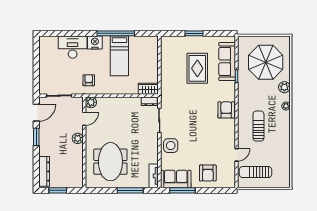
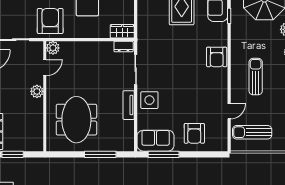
armchair: (89, 80) -> (50, 21), width x1.88, depth x1.88
armchair: (226, 110) -> (217, 57), turned 180
tv unit: (154, 176) -> (129, 105), moved

